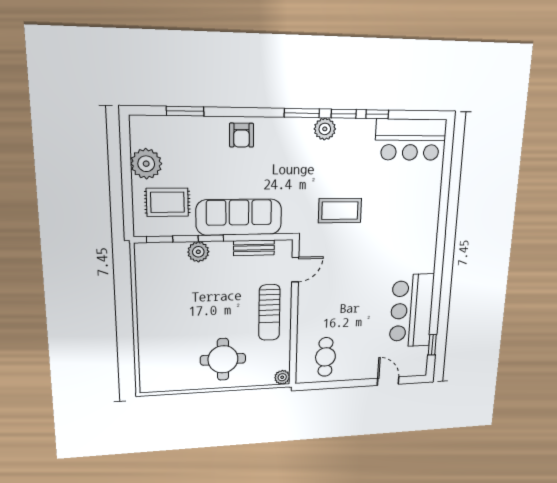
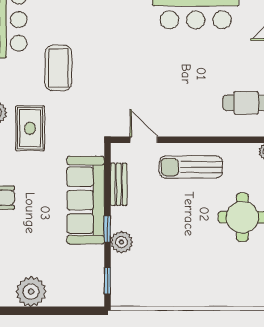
rug: (167, 202) -> (30, 128), moved
coffee table: (340, 211) -> (58, 68), moved
sun lounger: (269, 313) -> (191, 167), turned 180

